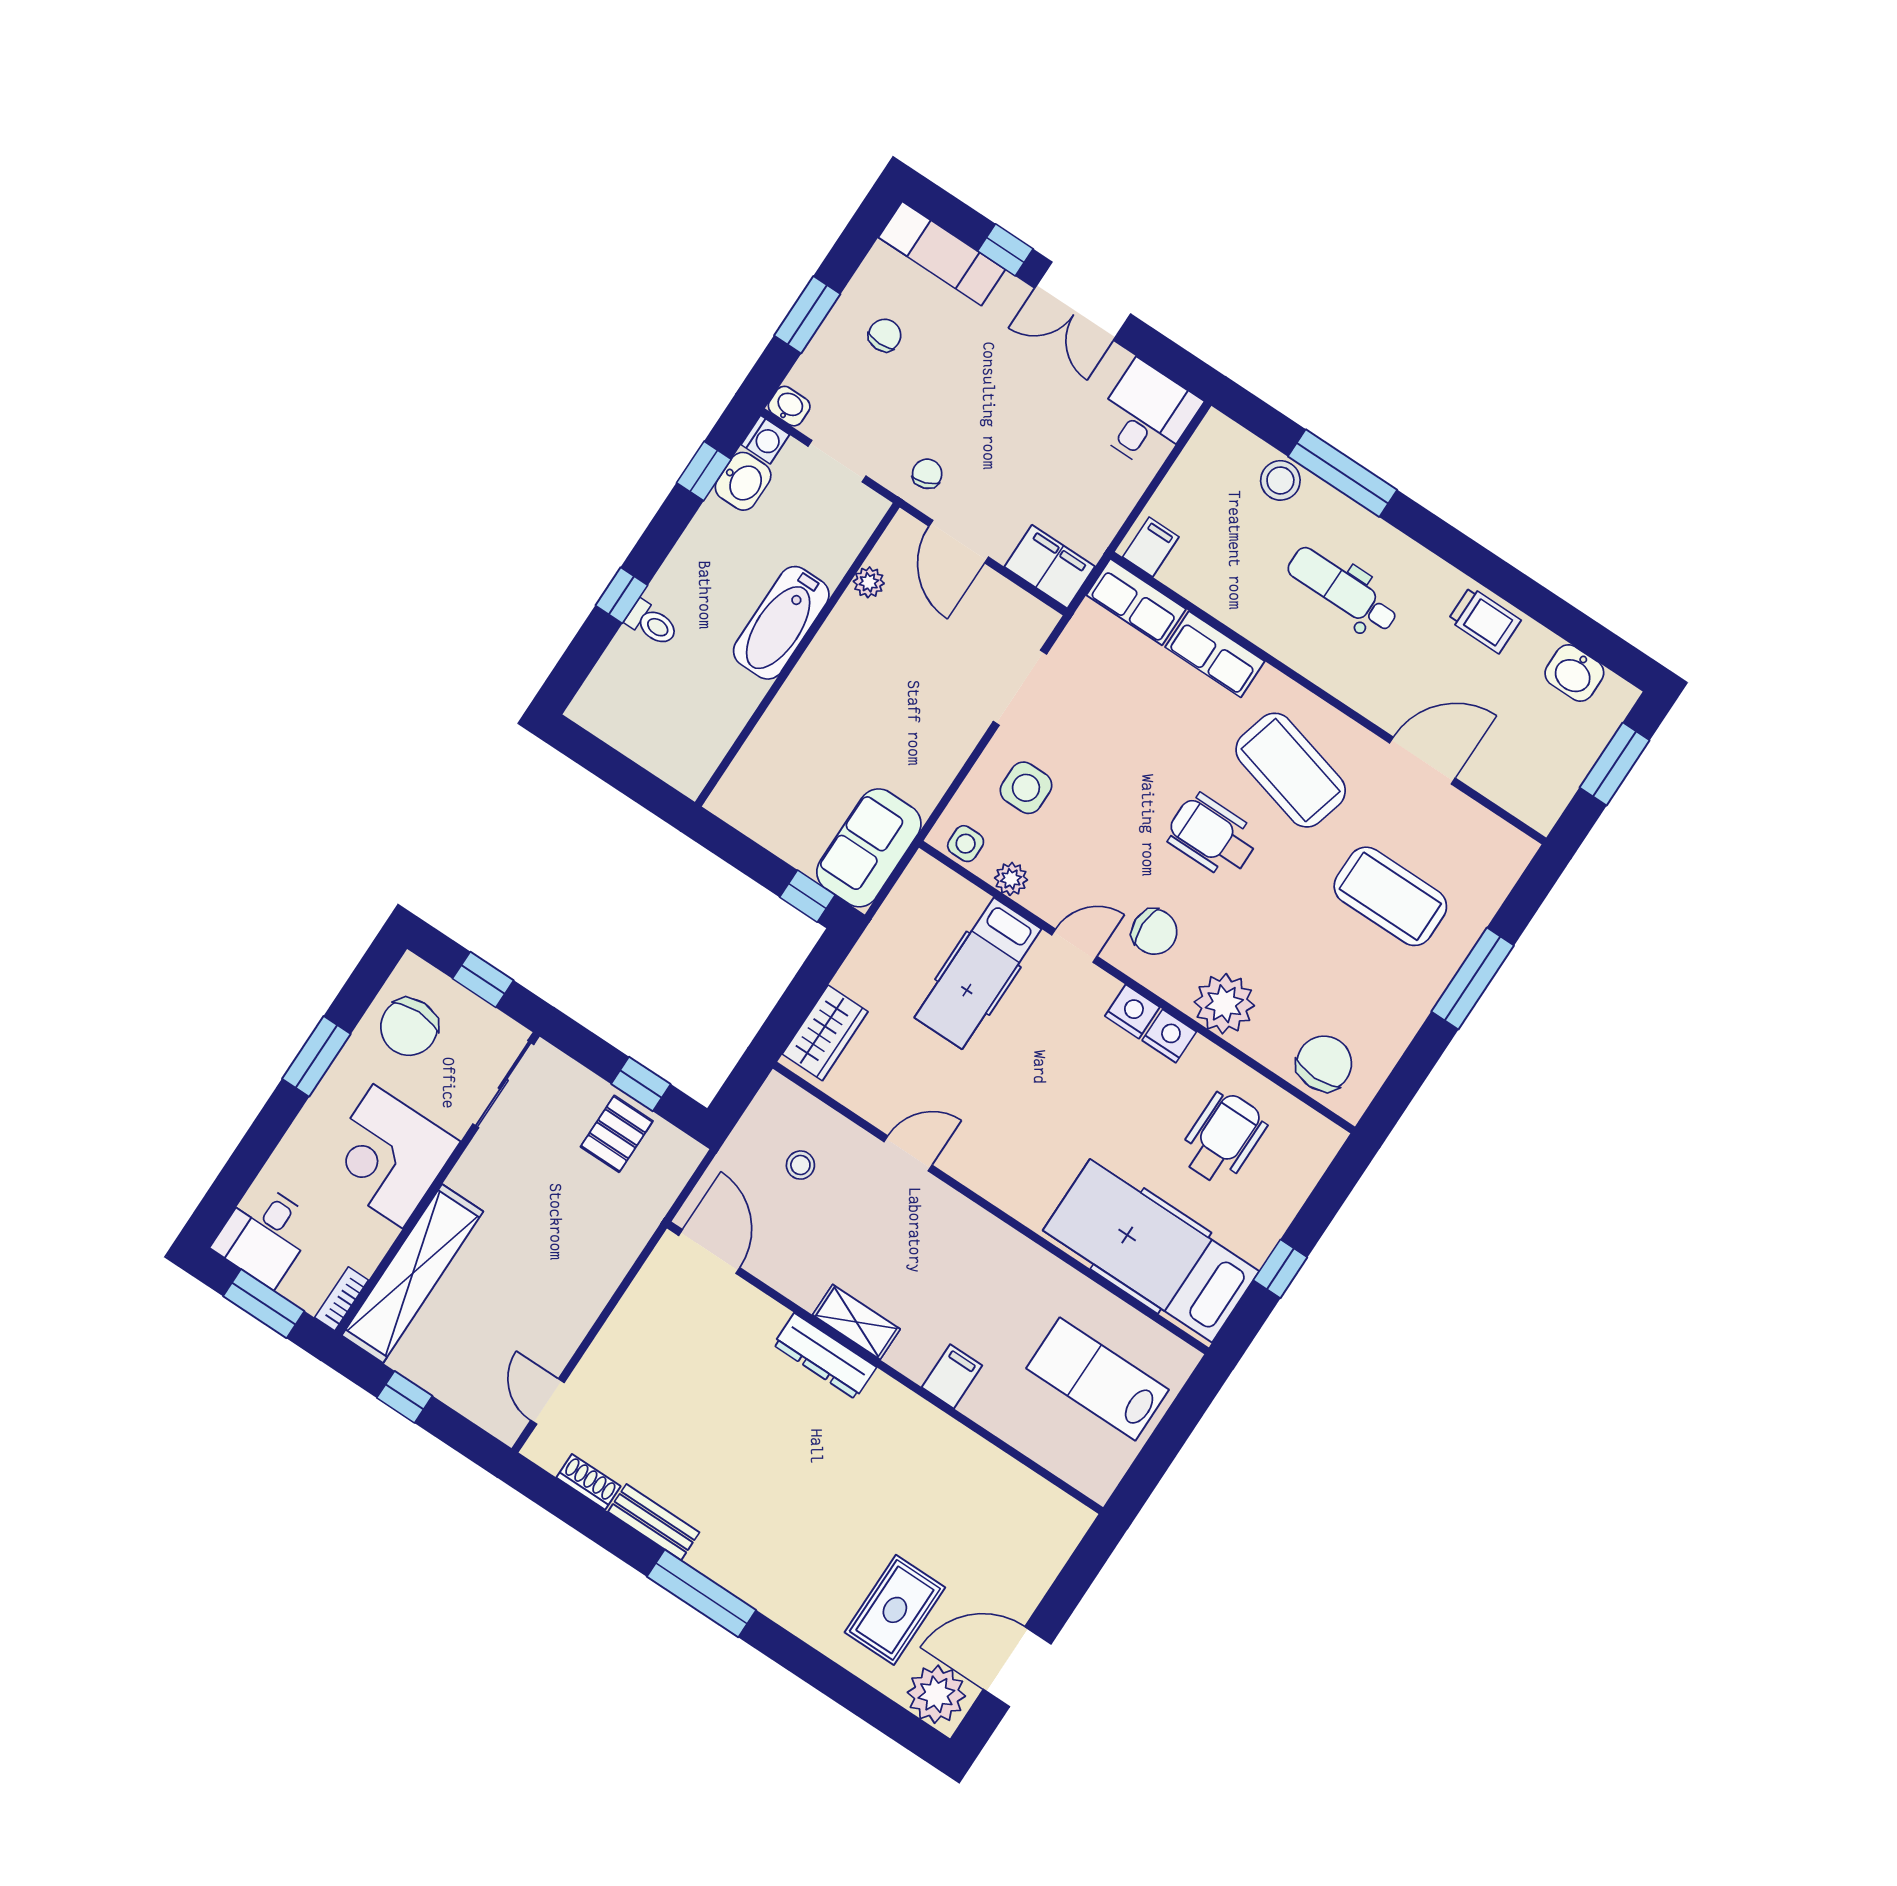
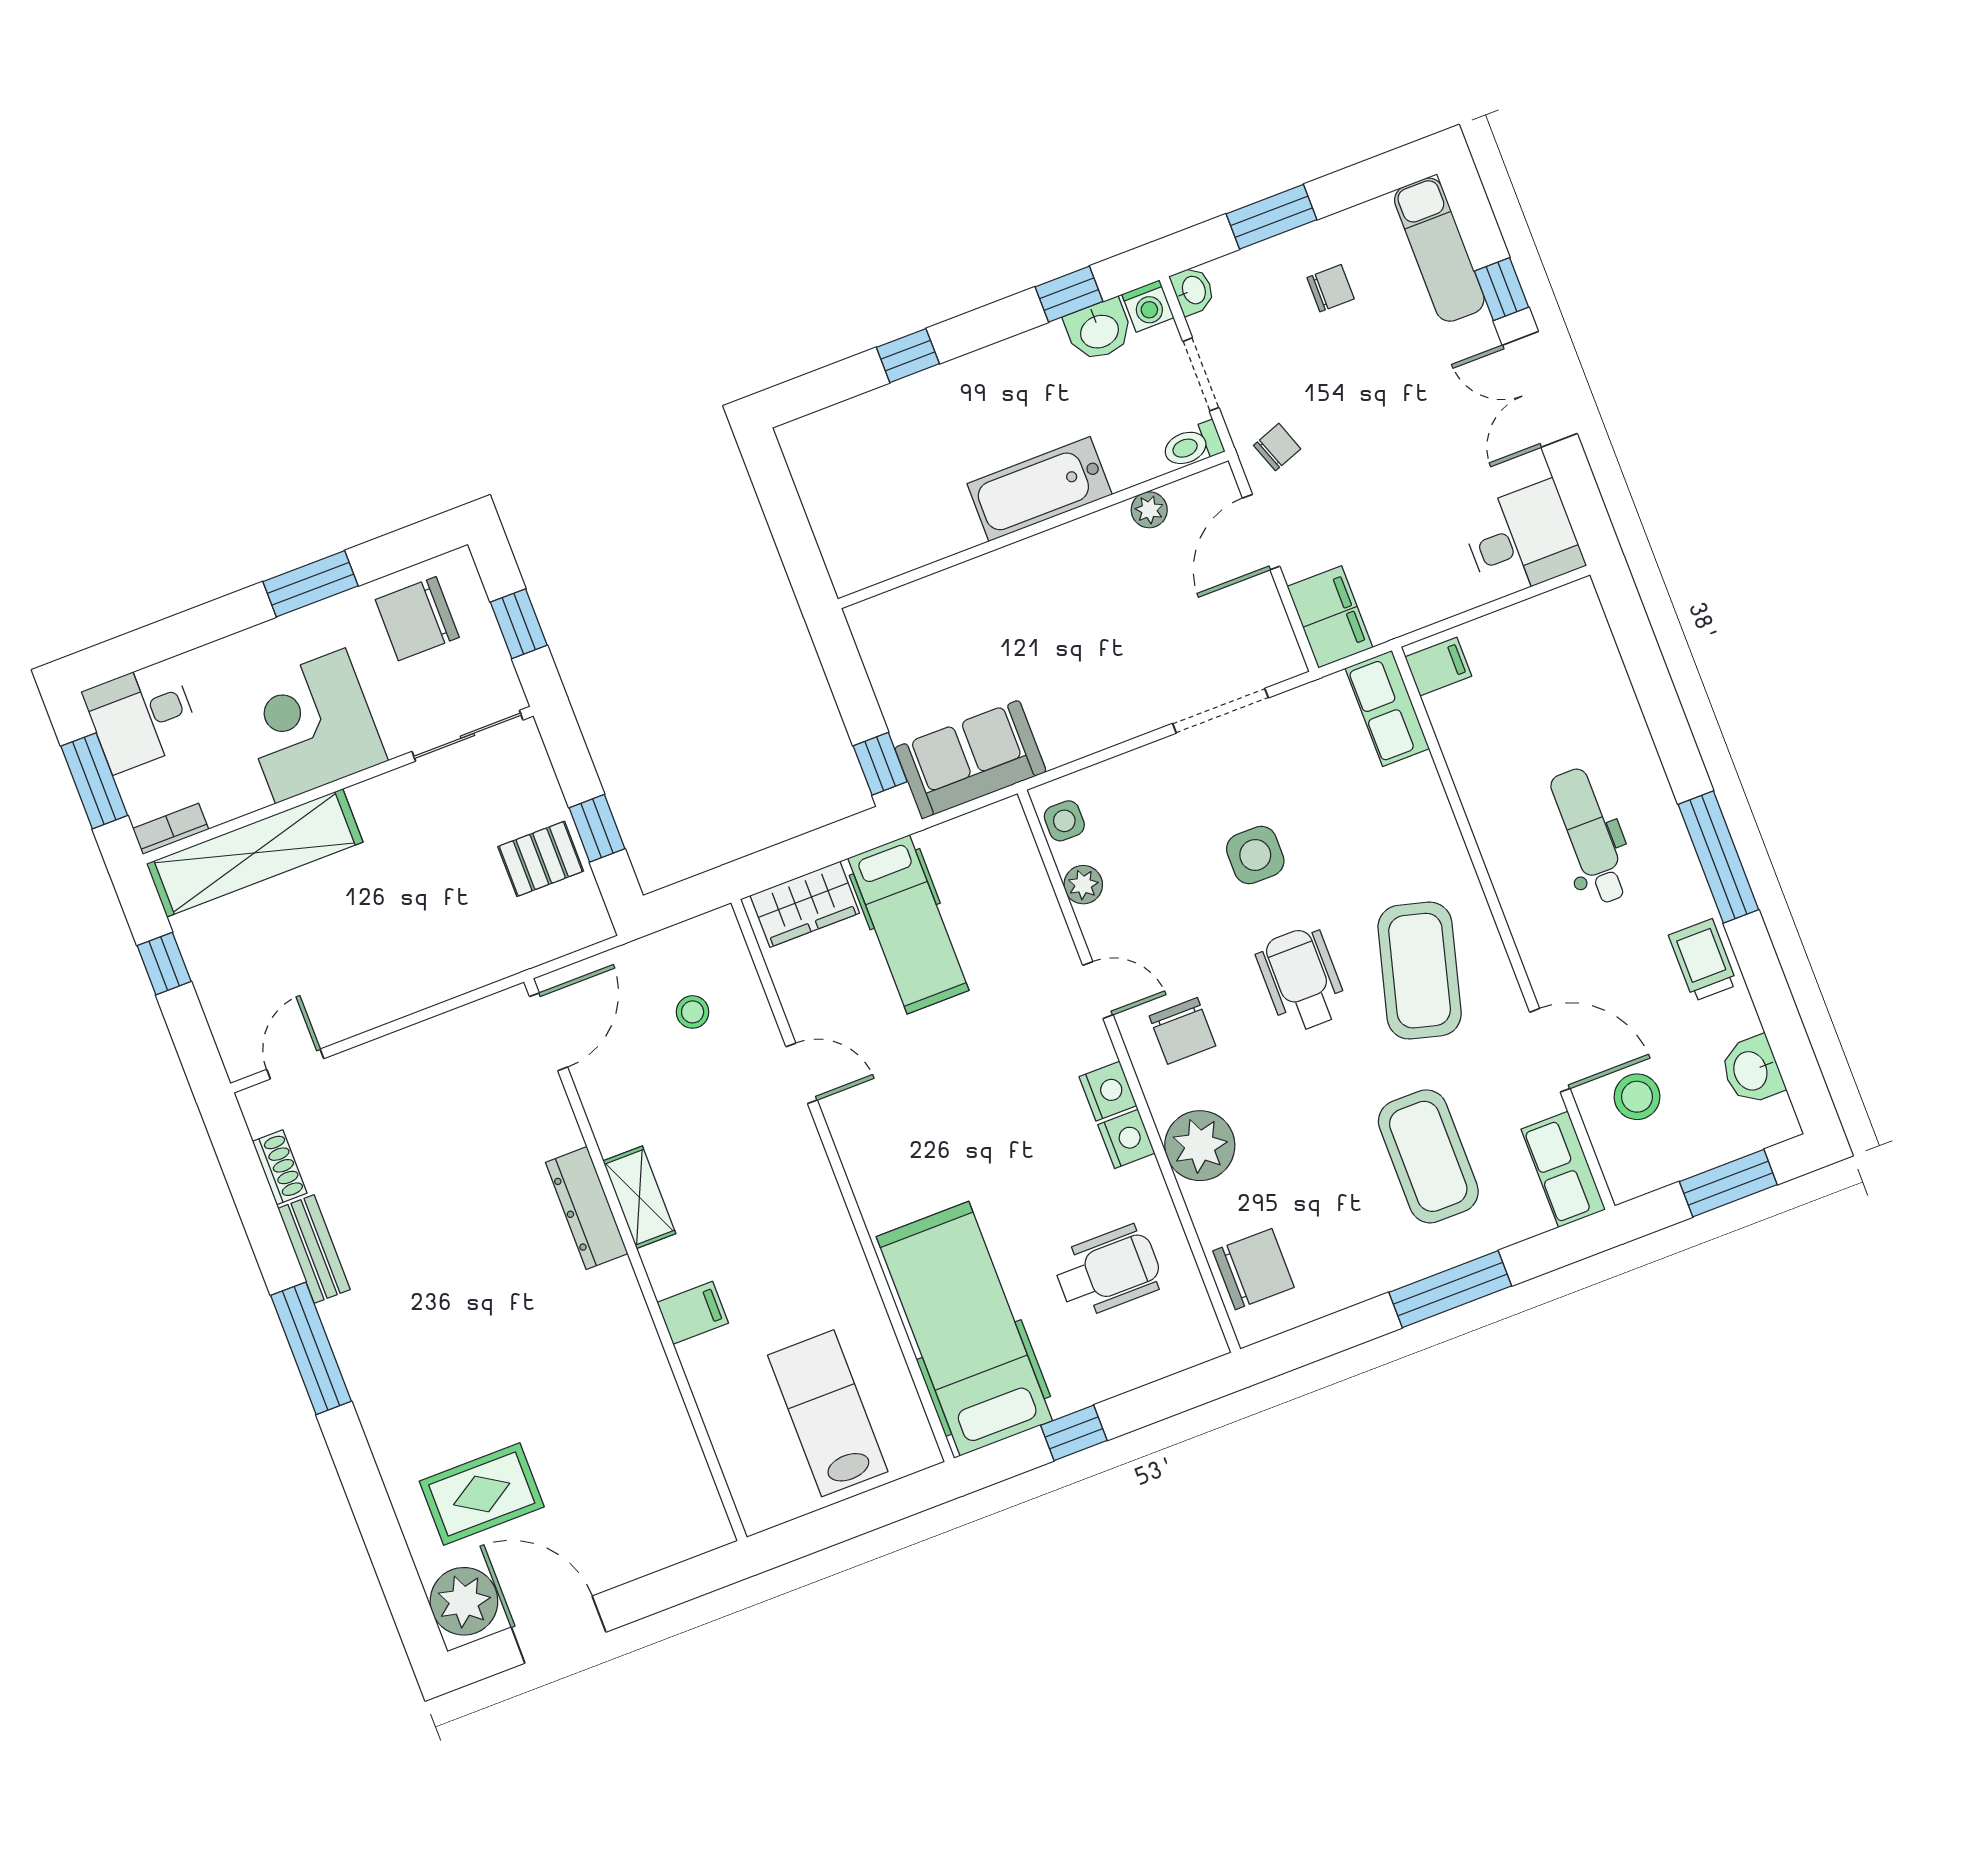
window: (1343, 473) -> (1718, 857), moved
stool: (1280, 480) -> (1637, 1097), moved
trolley: (1484, 620) -> (1703, 960), turned 180
toilet: (652, 623) -> (1192, 445), moved, turned 90
row of seats: (1215, 654) -> (1563, 1169), moved
side table: (1026, 788) -> (1255, 855), moved
hospital bed: (978, 973) -> (908, 924), moved, turned -90

